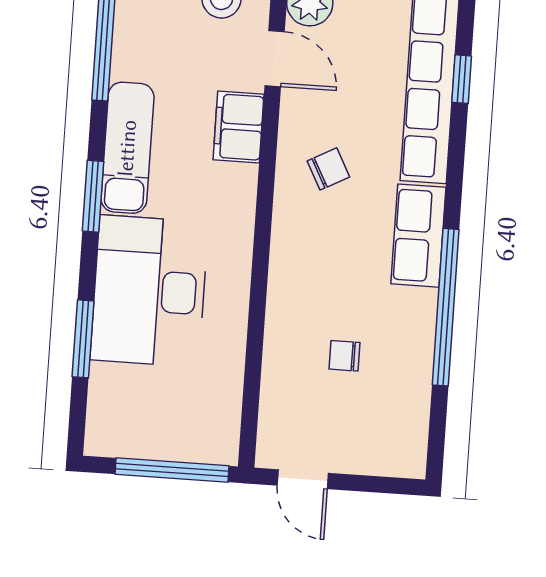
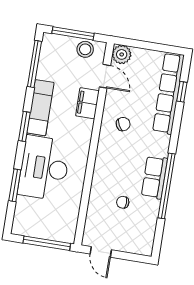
row of seats: (418, 236) -> (154, 177), moved

